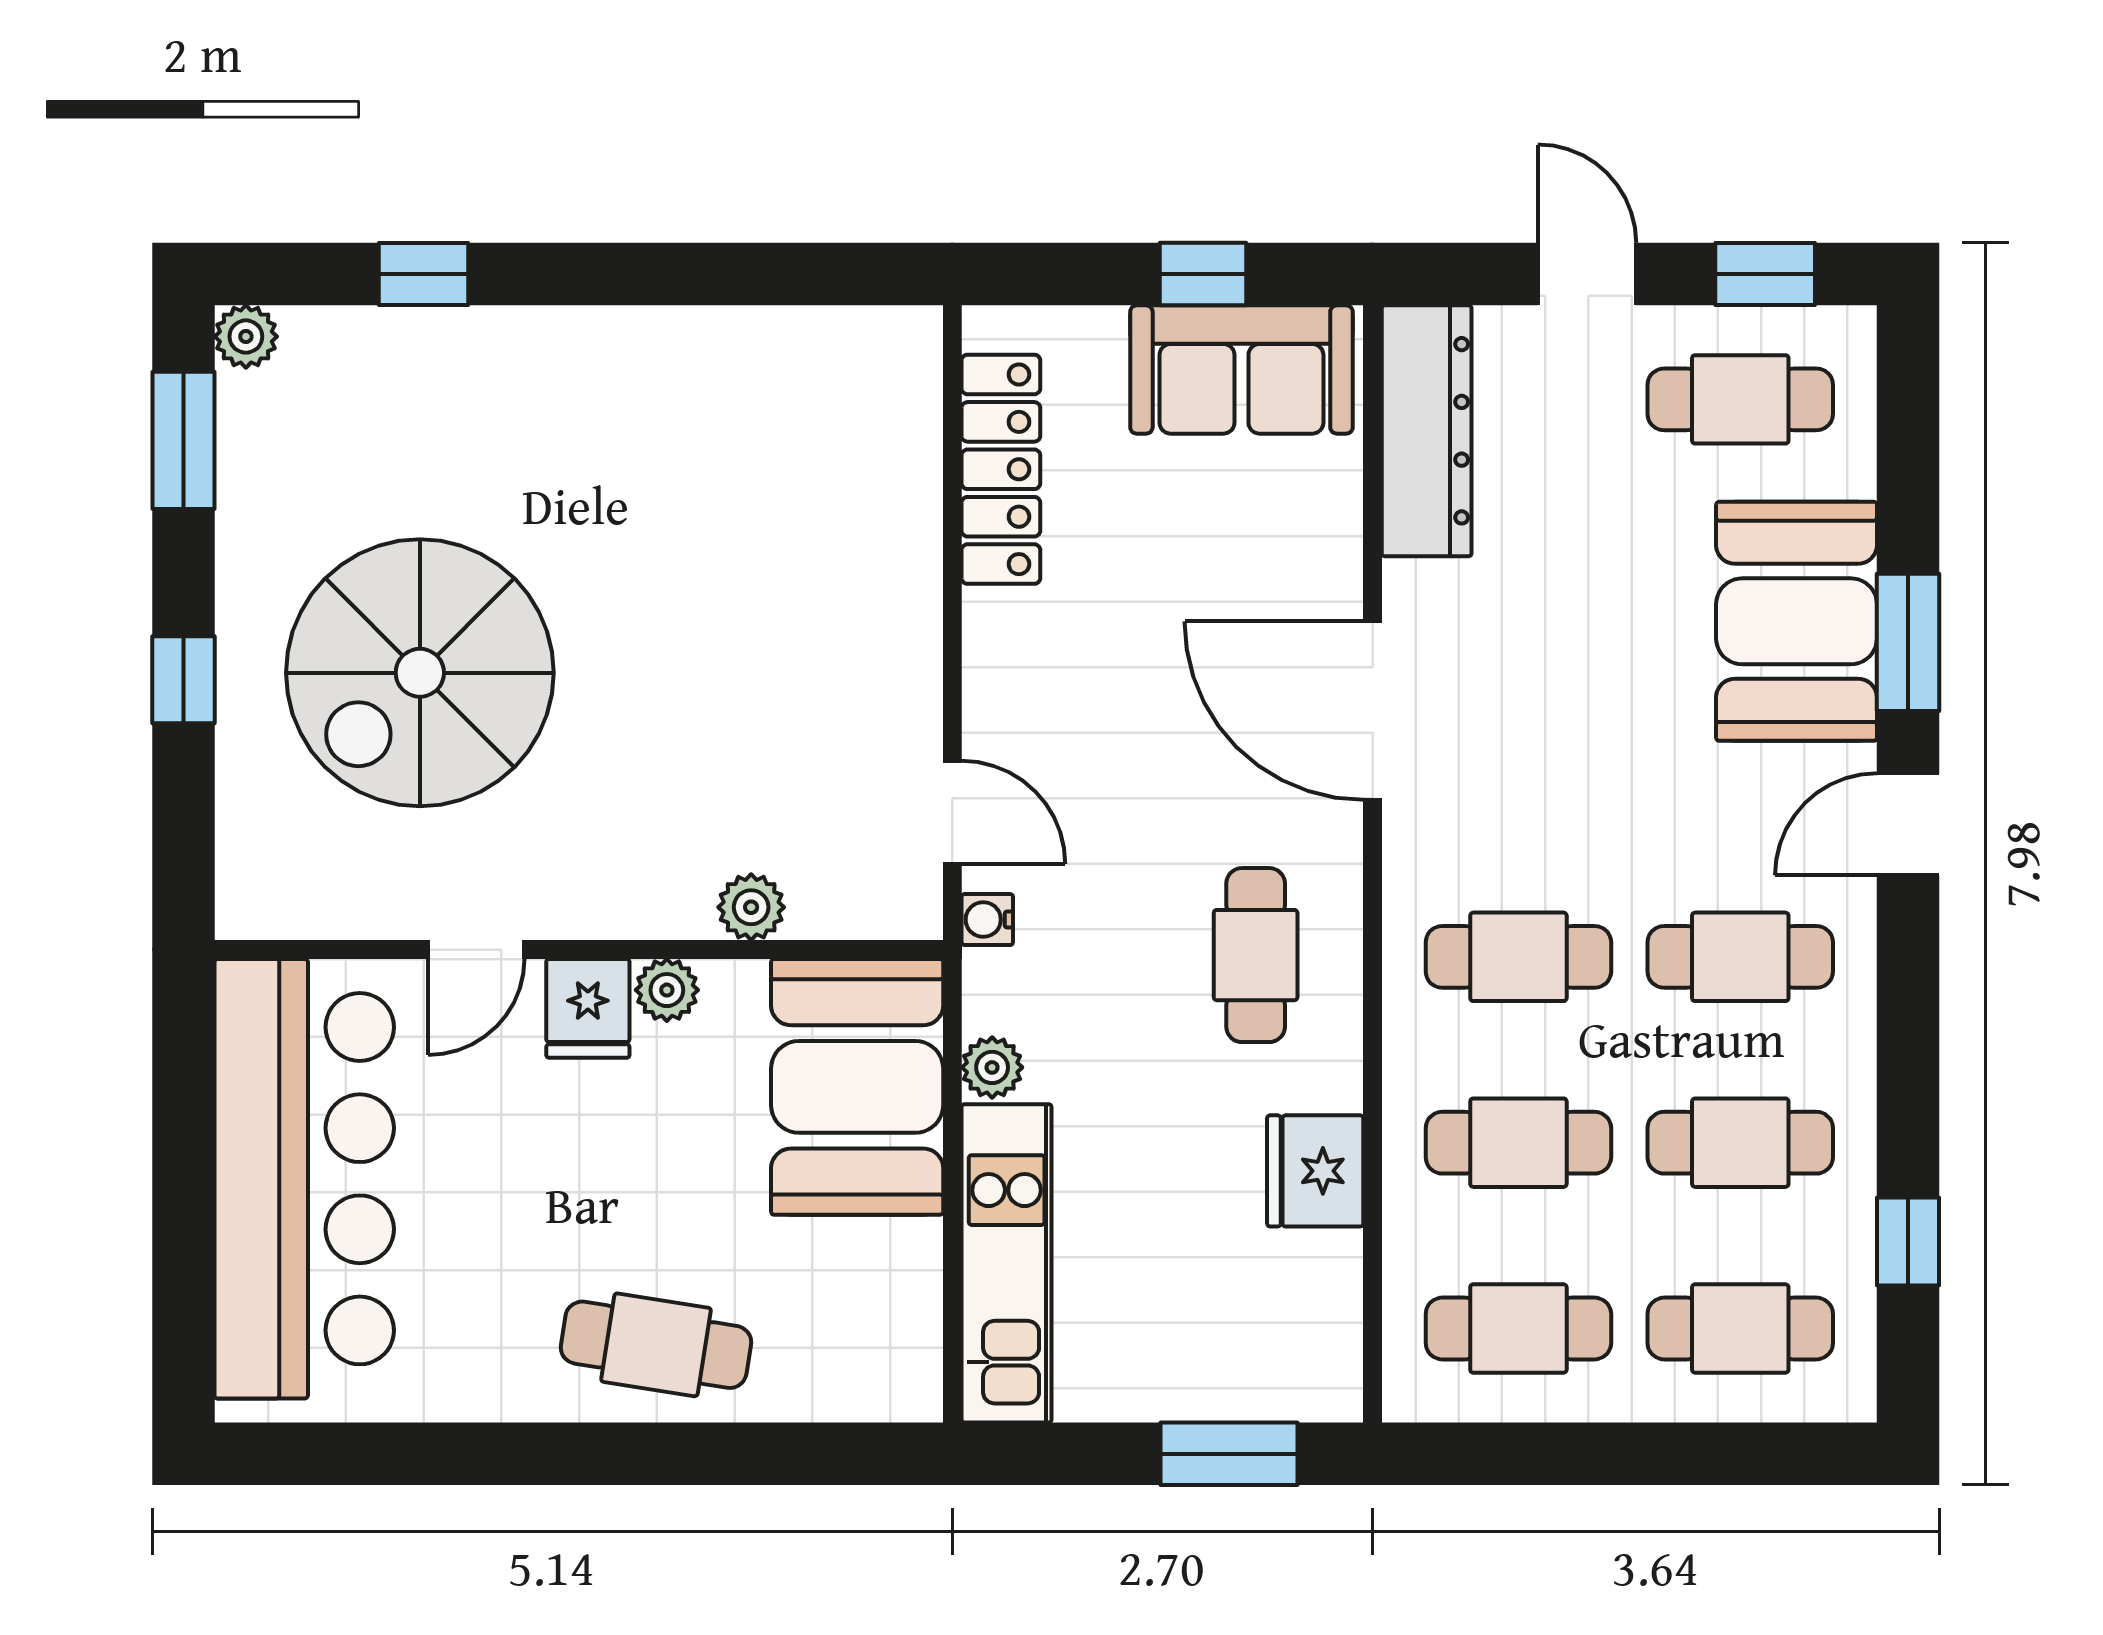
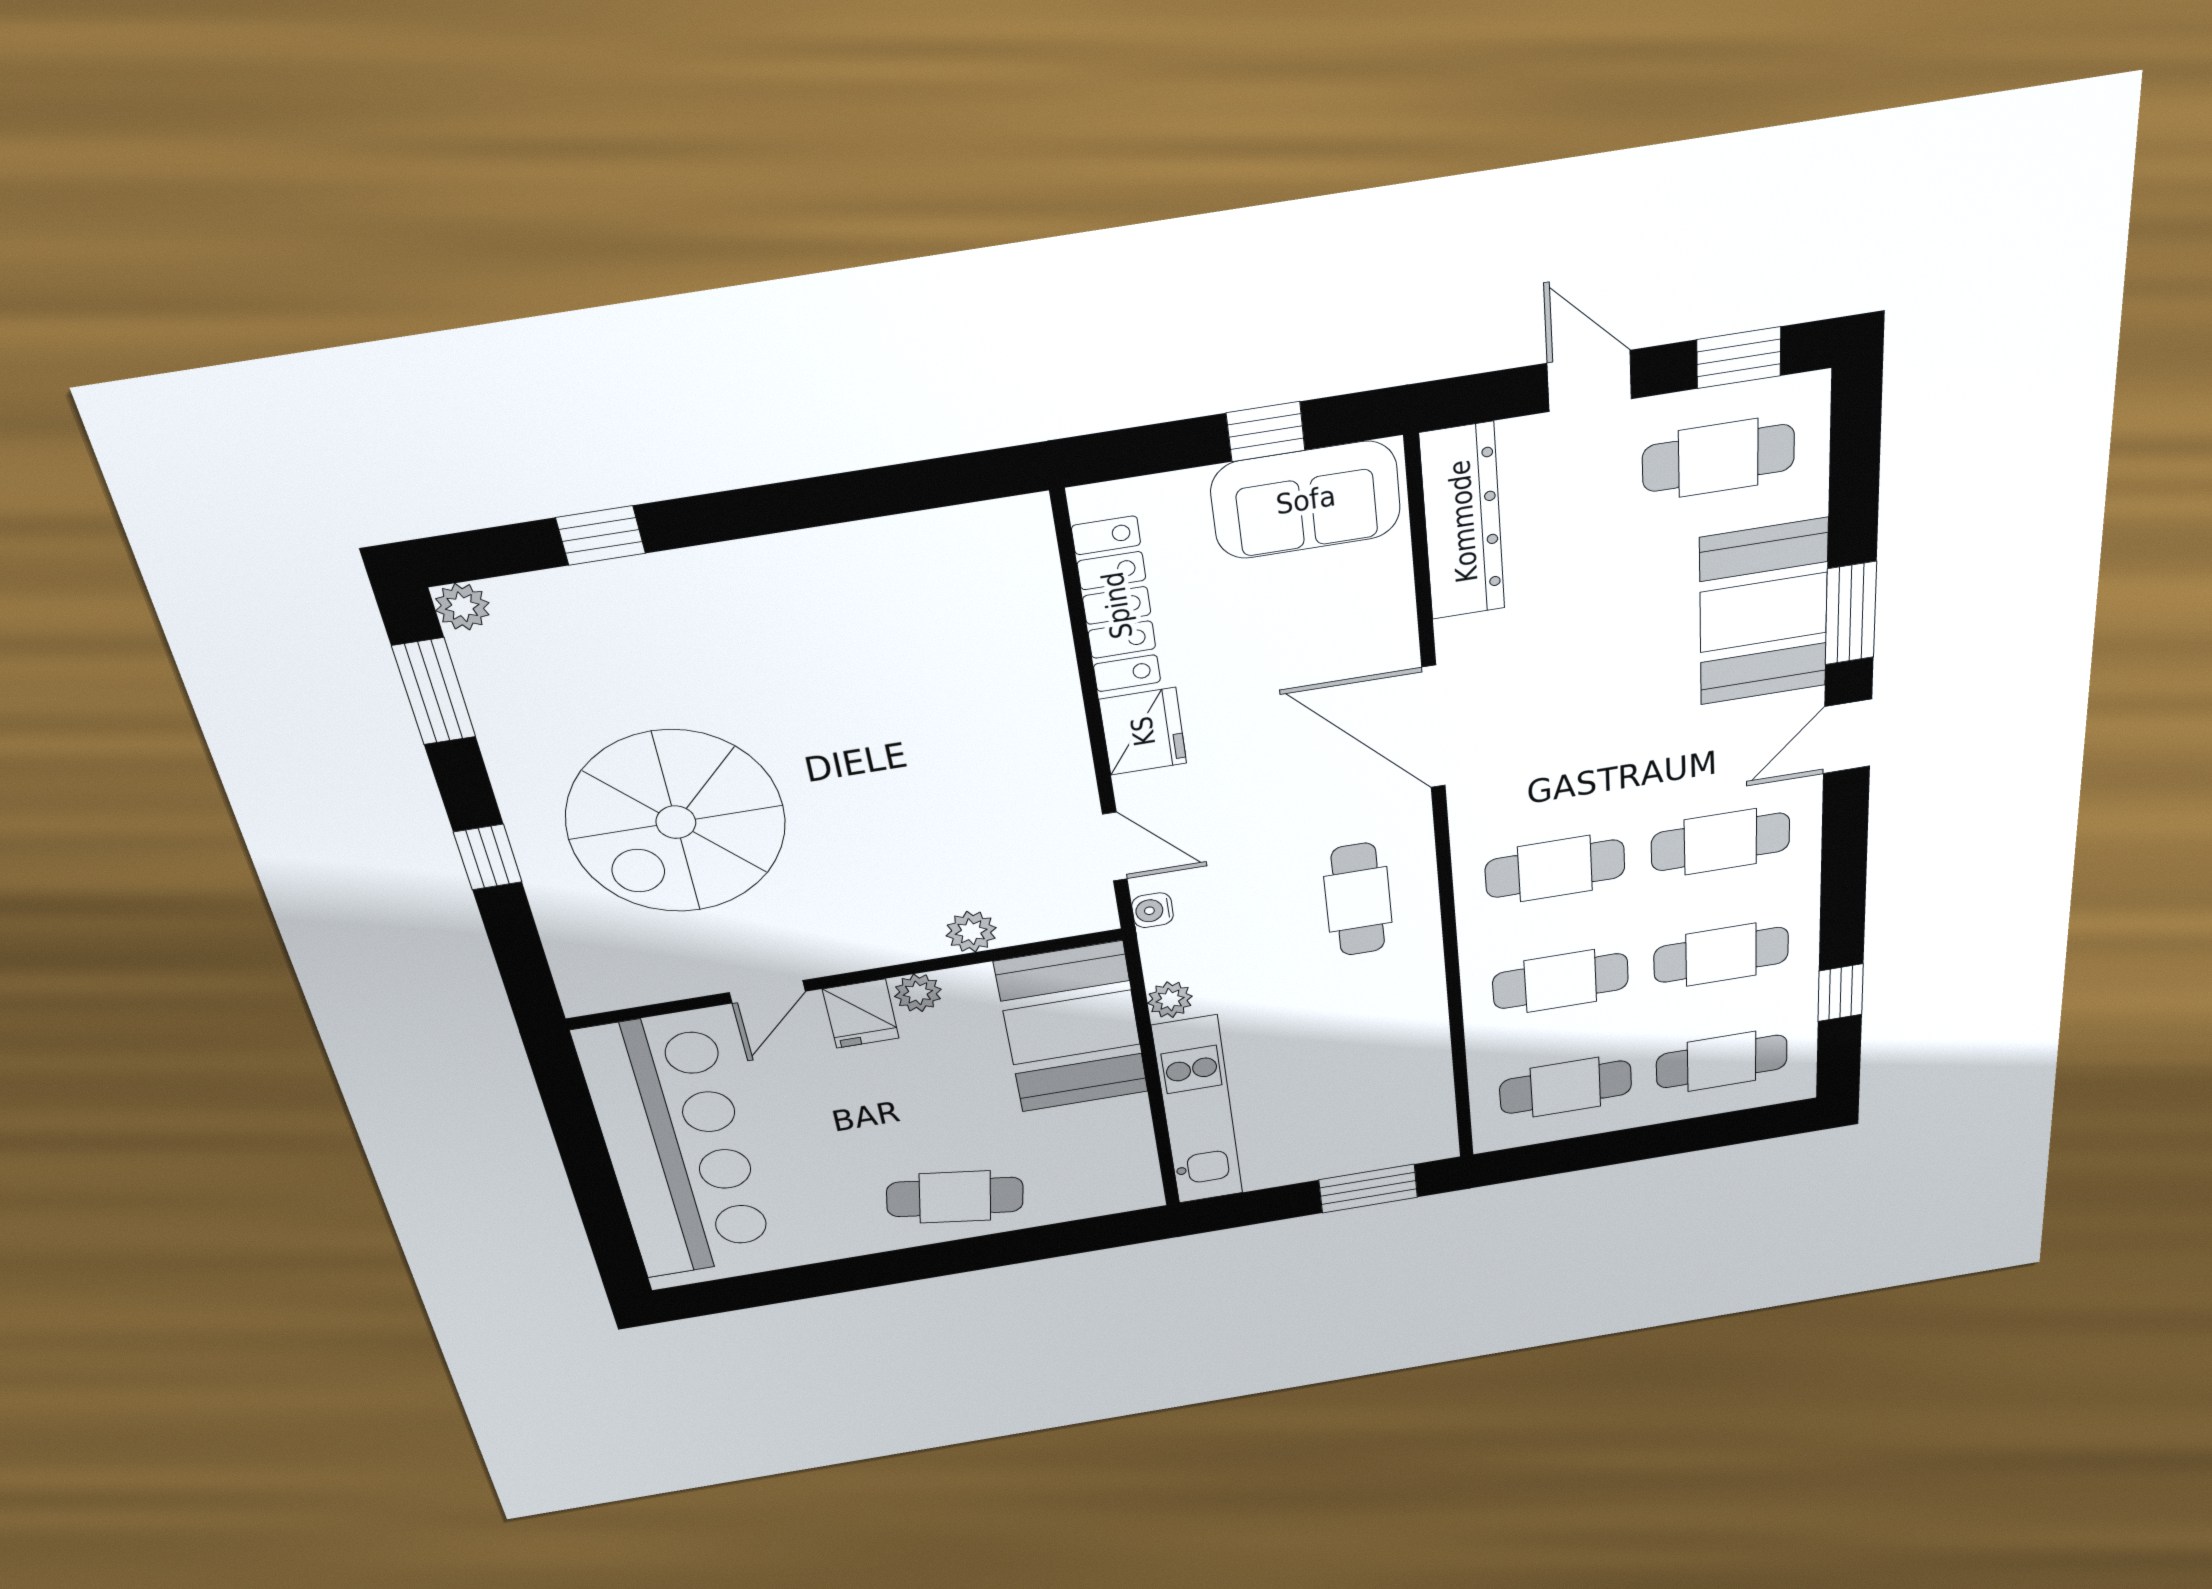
fridge: (1315, 1171) -> (1143, 731), moved, turned 180

